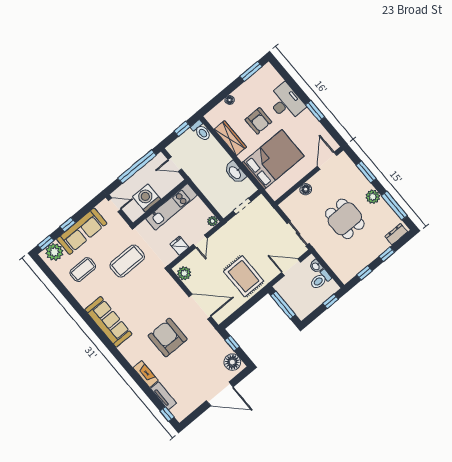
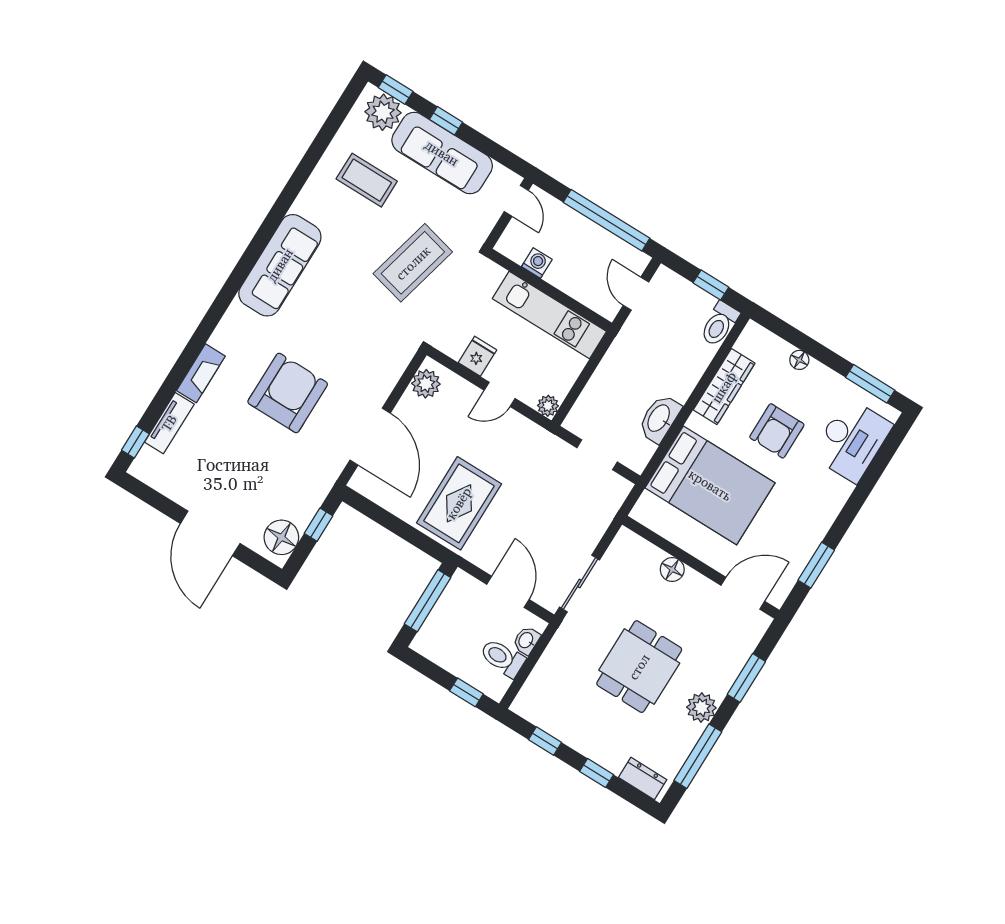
desk: (286, 102) -> (852, 440), moved
window: (315, 111) -> (816, 565), moved
washing machine: (147, 198) -> (537, 263), width x0.53, depth x0.53
coffee table: (127, 261) -> (413, 263), turned -76

